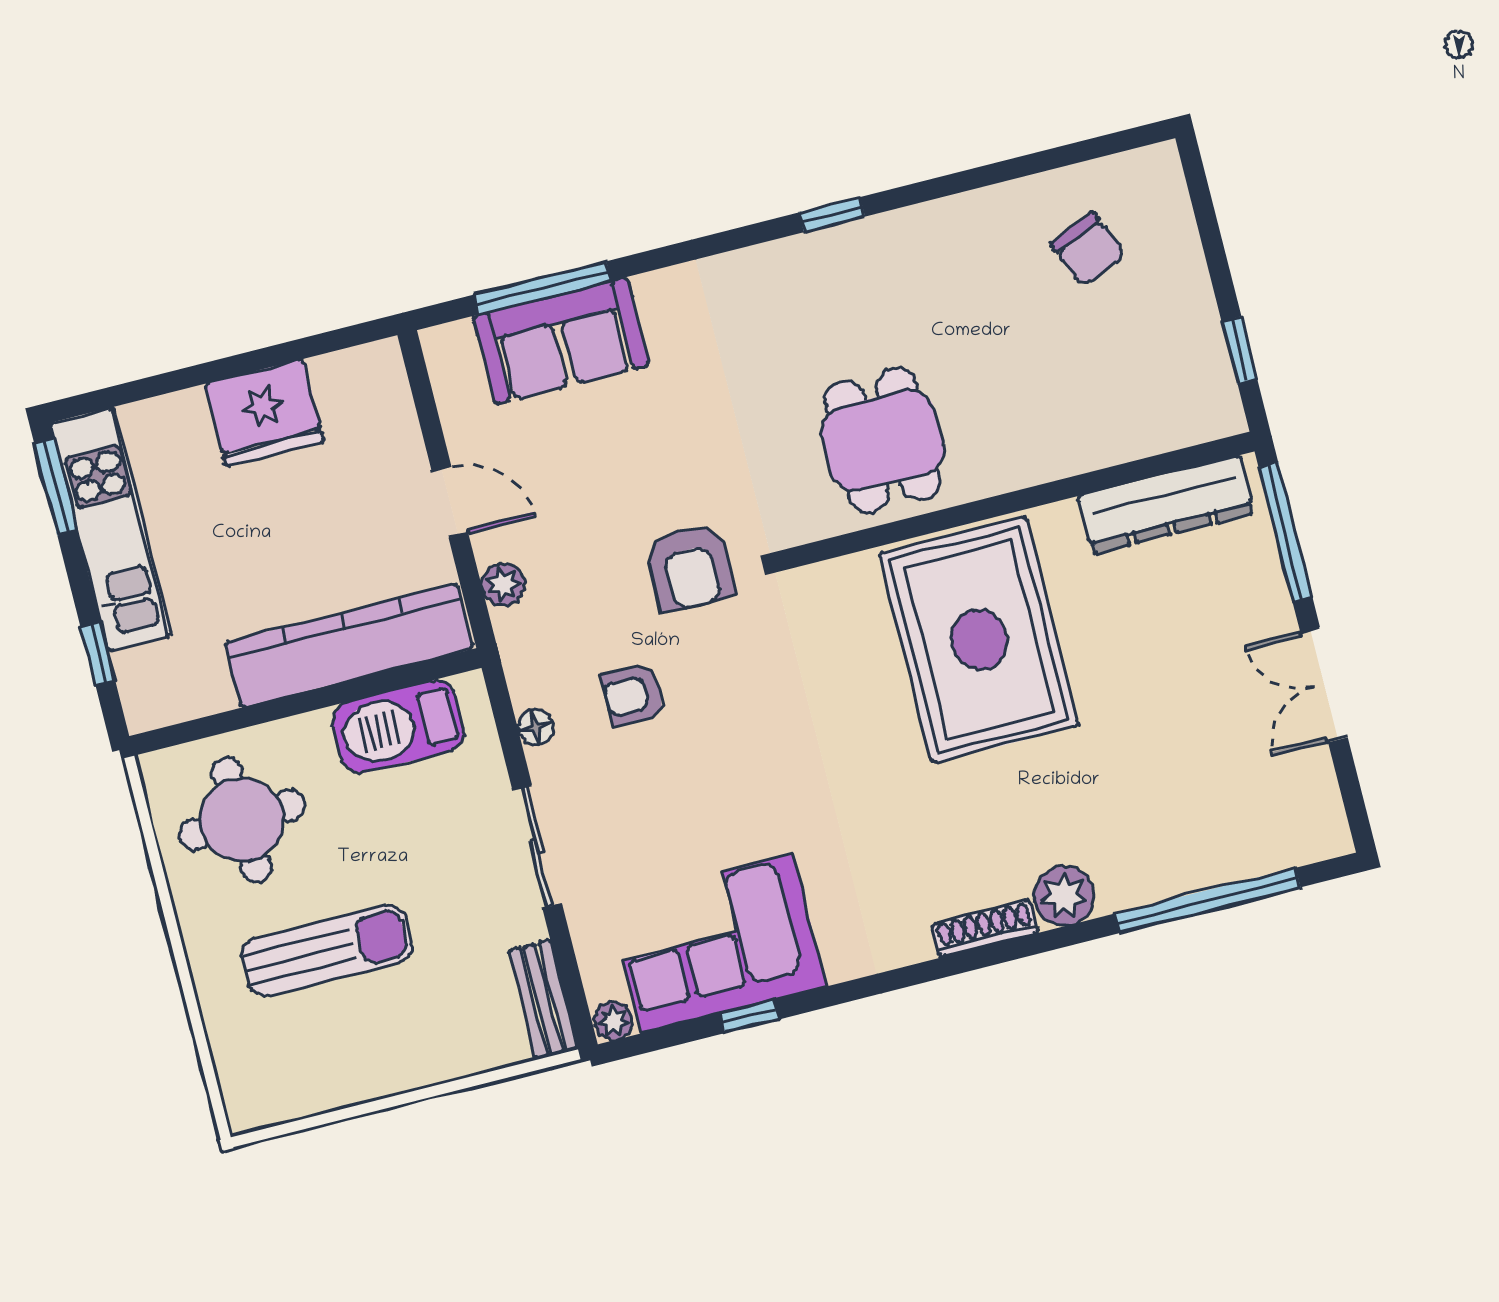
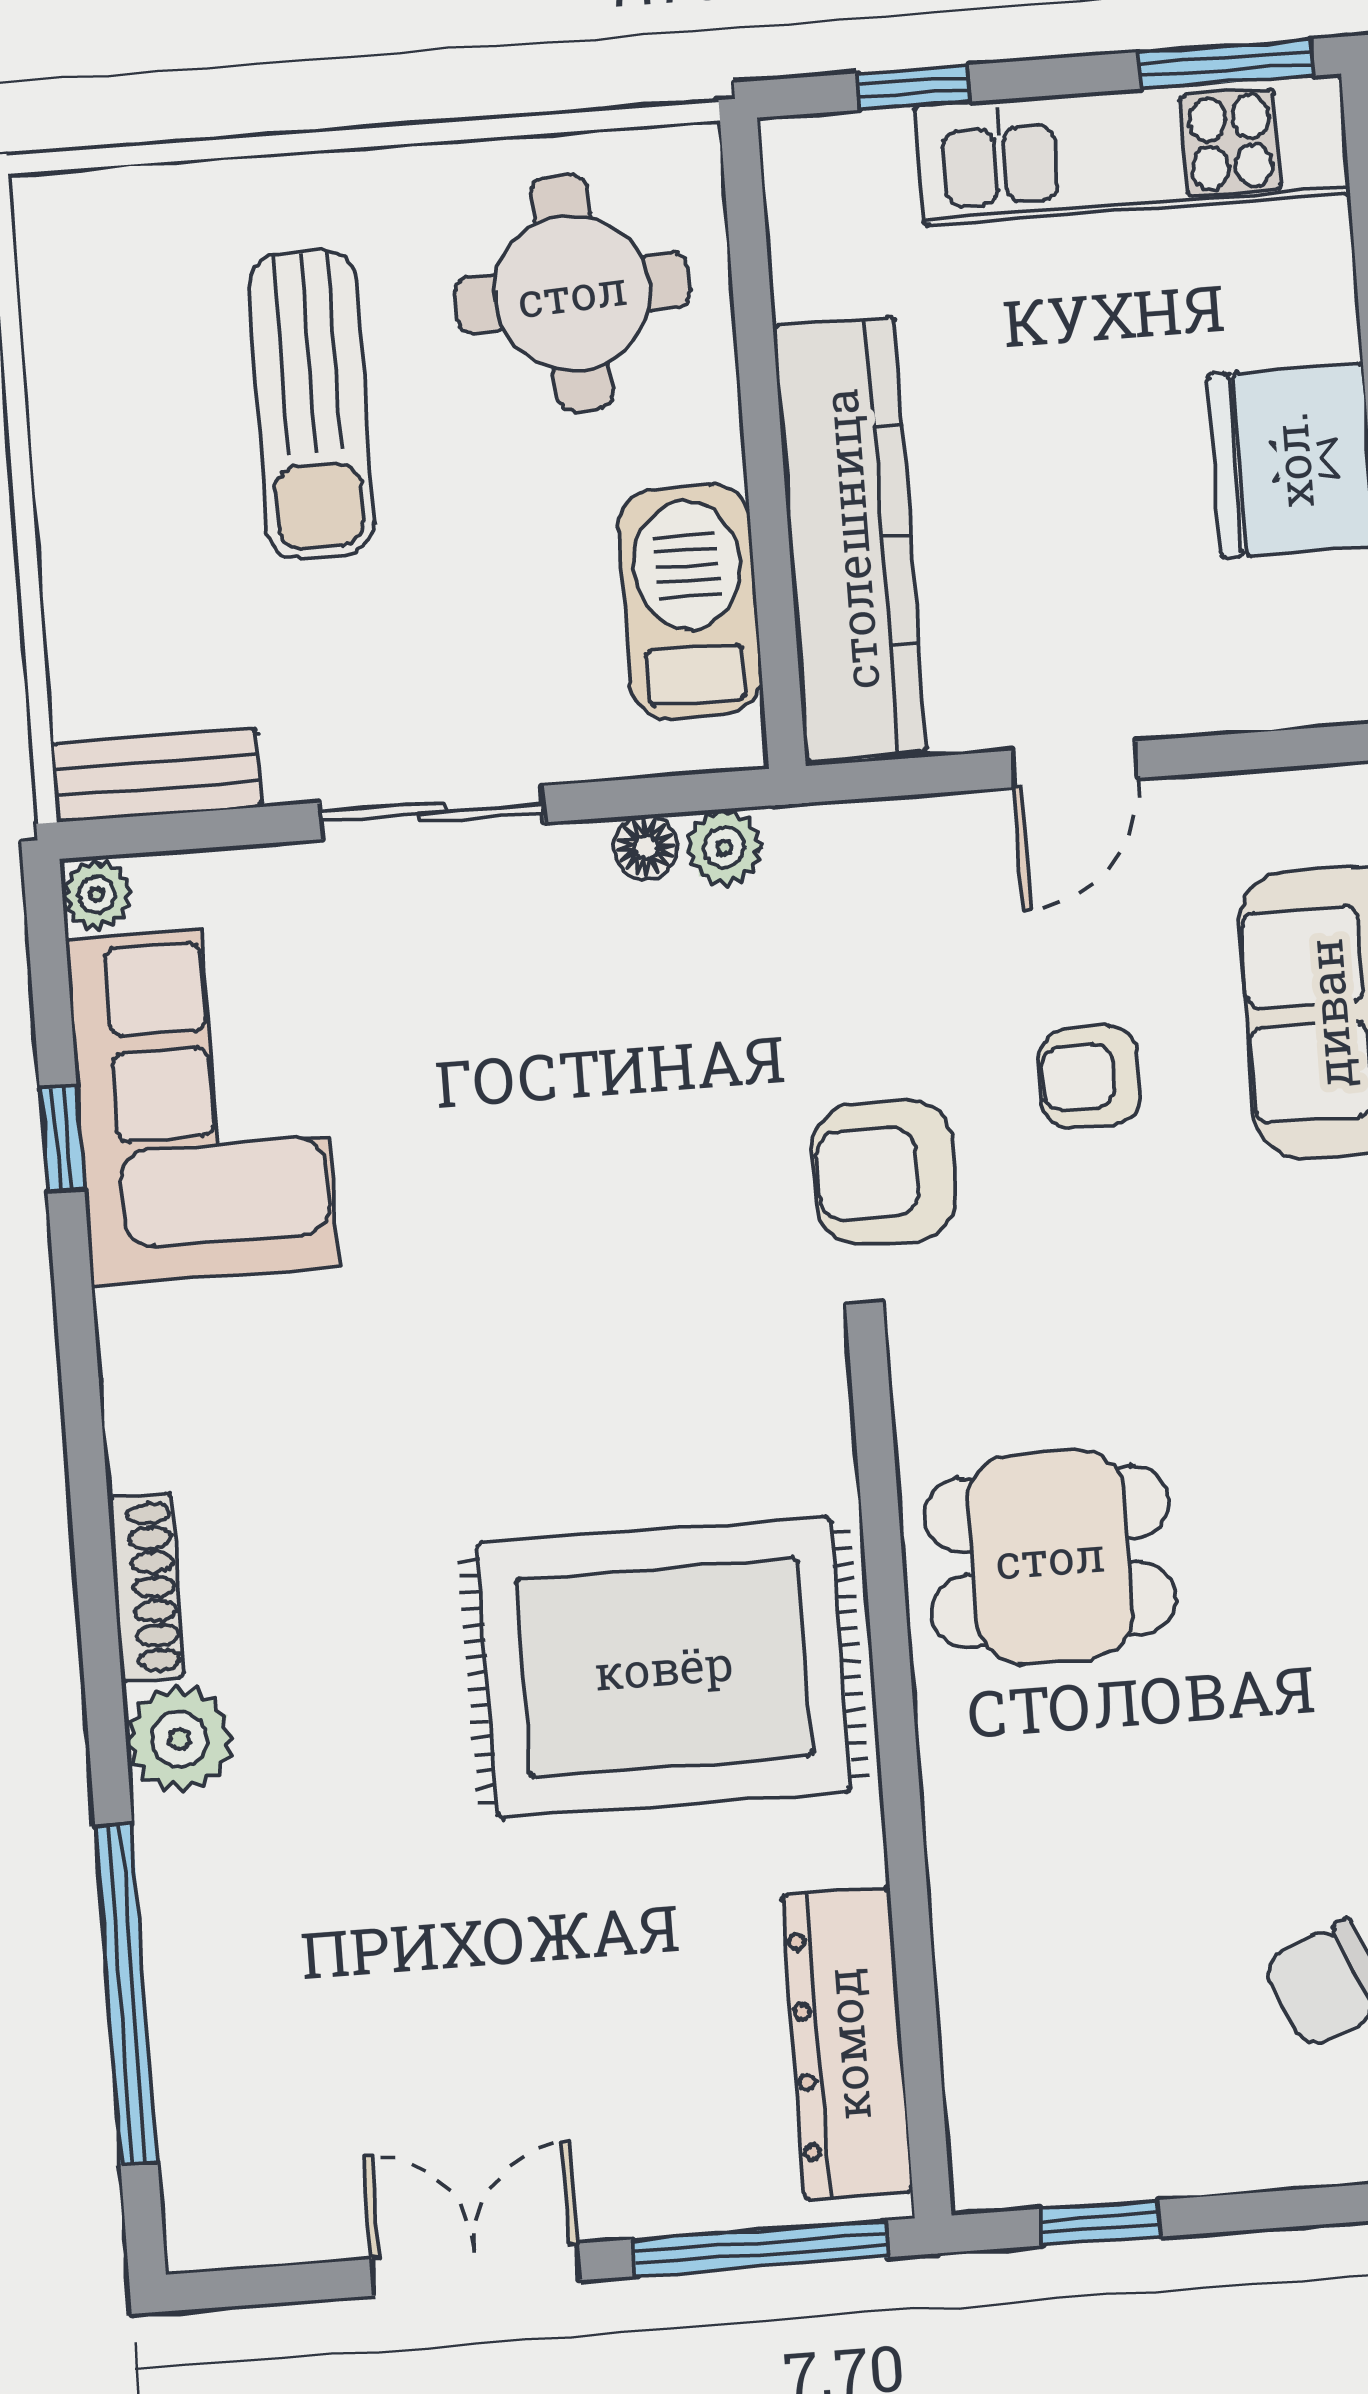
plant: (503, 584) -> (724, 847), moved
armchair: (634, 694) -> (1090, 1077), moved, turned -90

